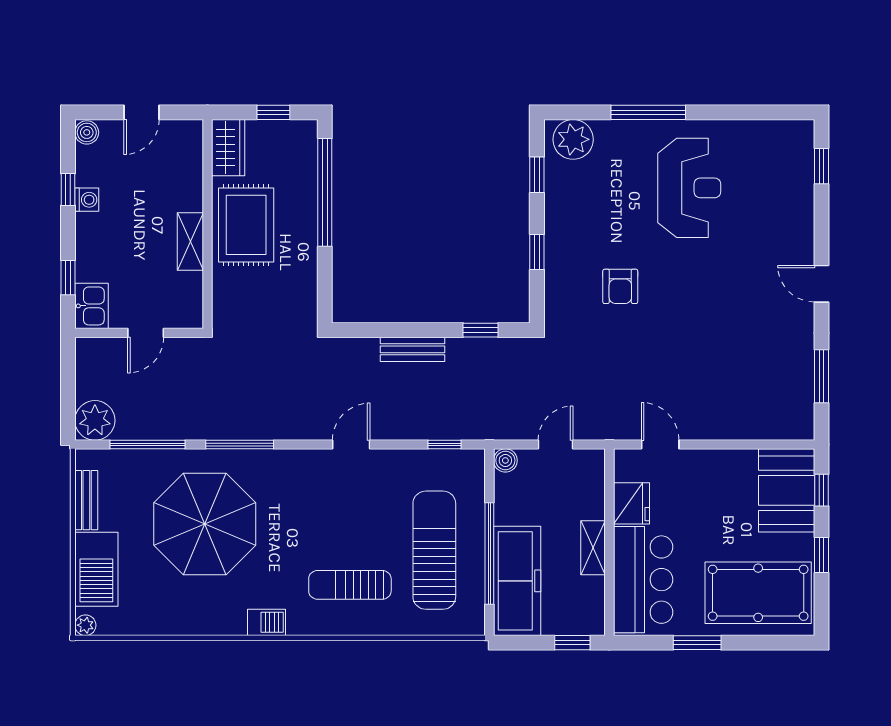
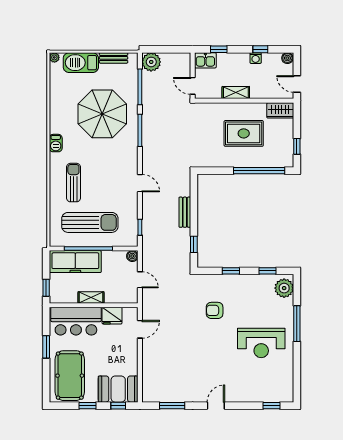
wardrobe: (228, 148) -> (280, 110), moved
wall: (208, 224) -> (244, 101), moved
shelving: (190, 242) -> (236, 93), moved

